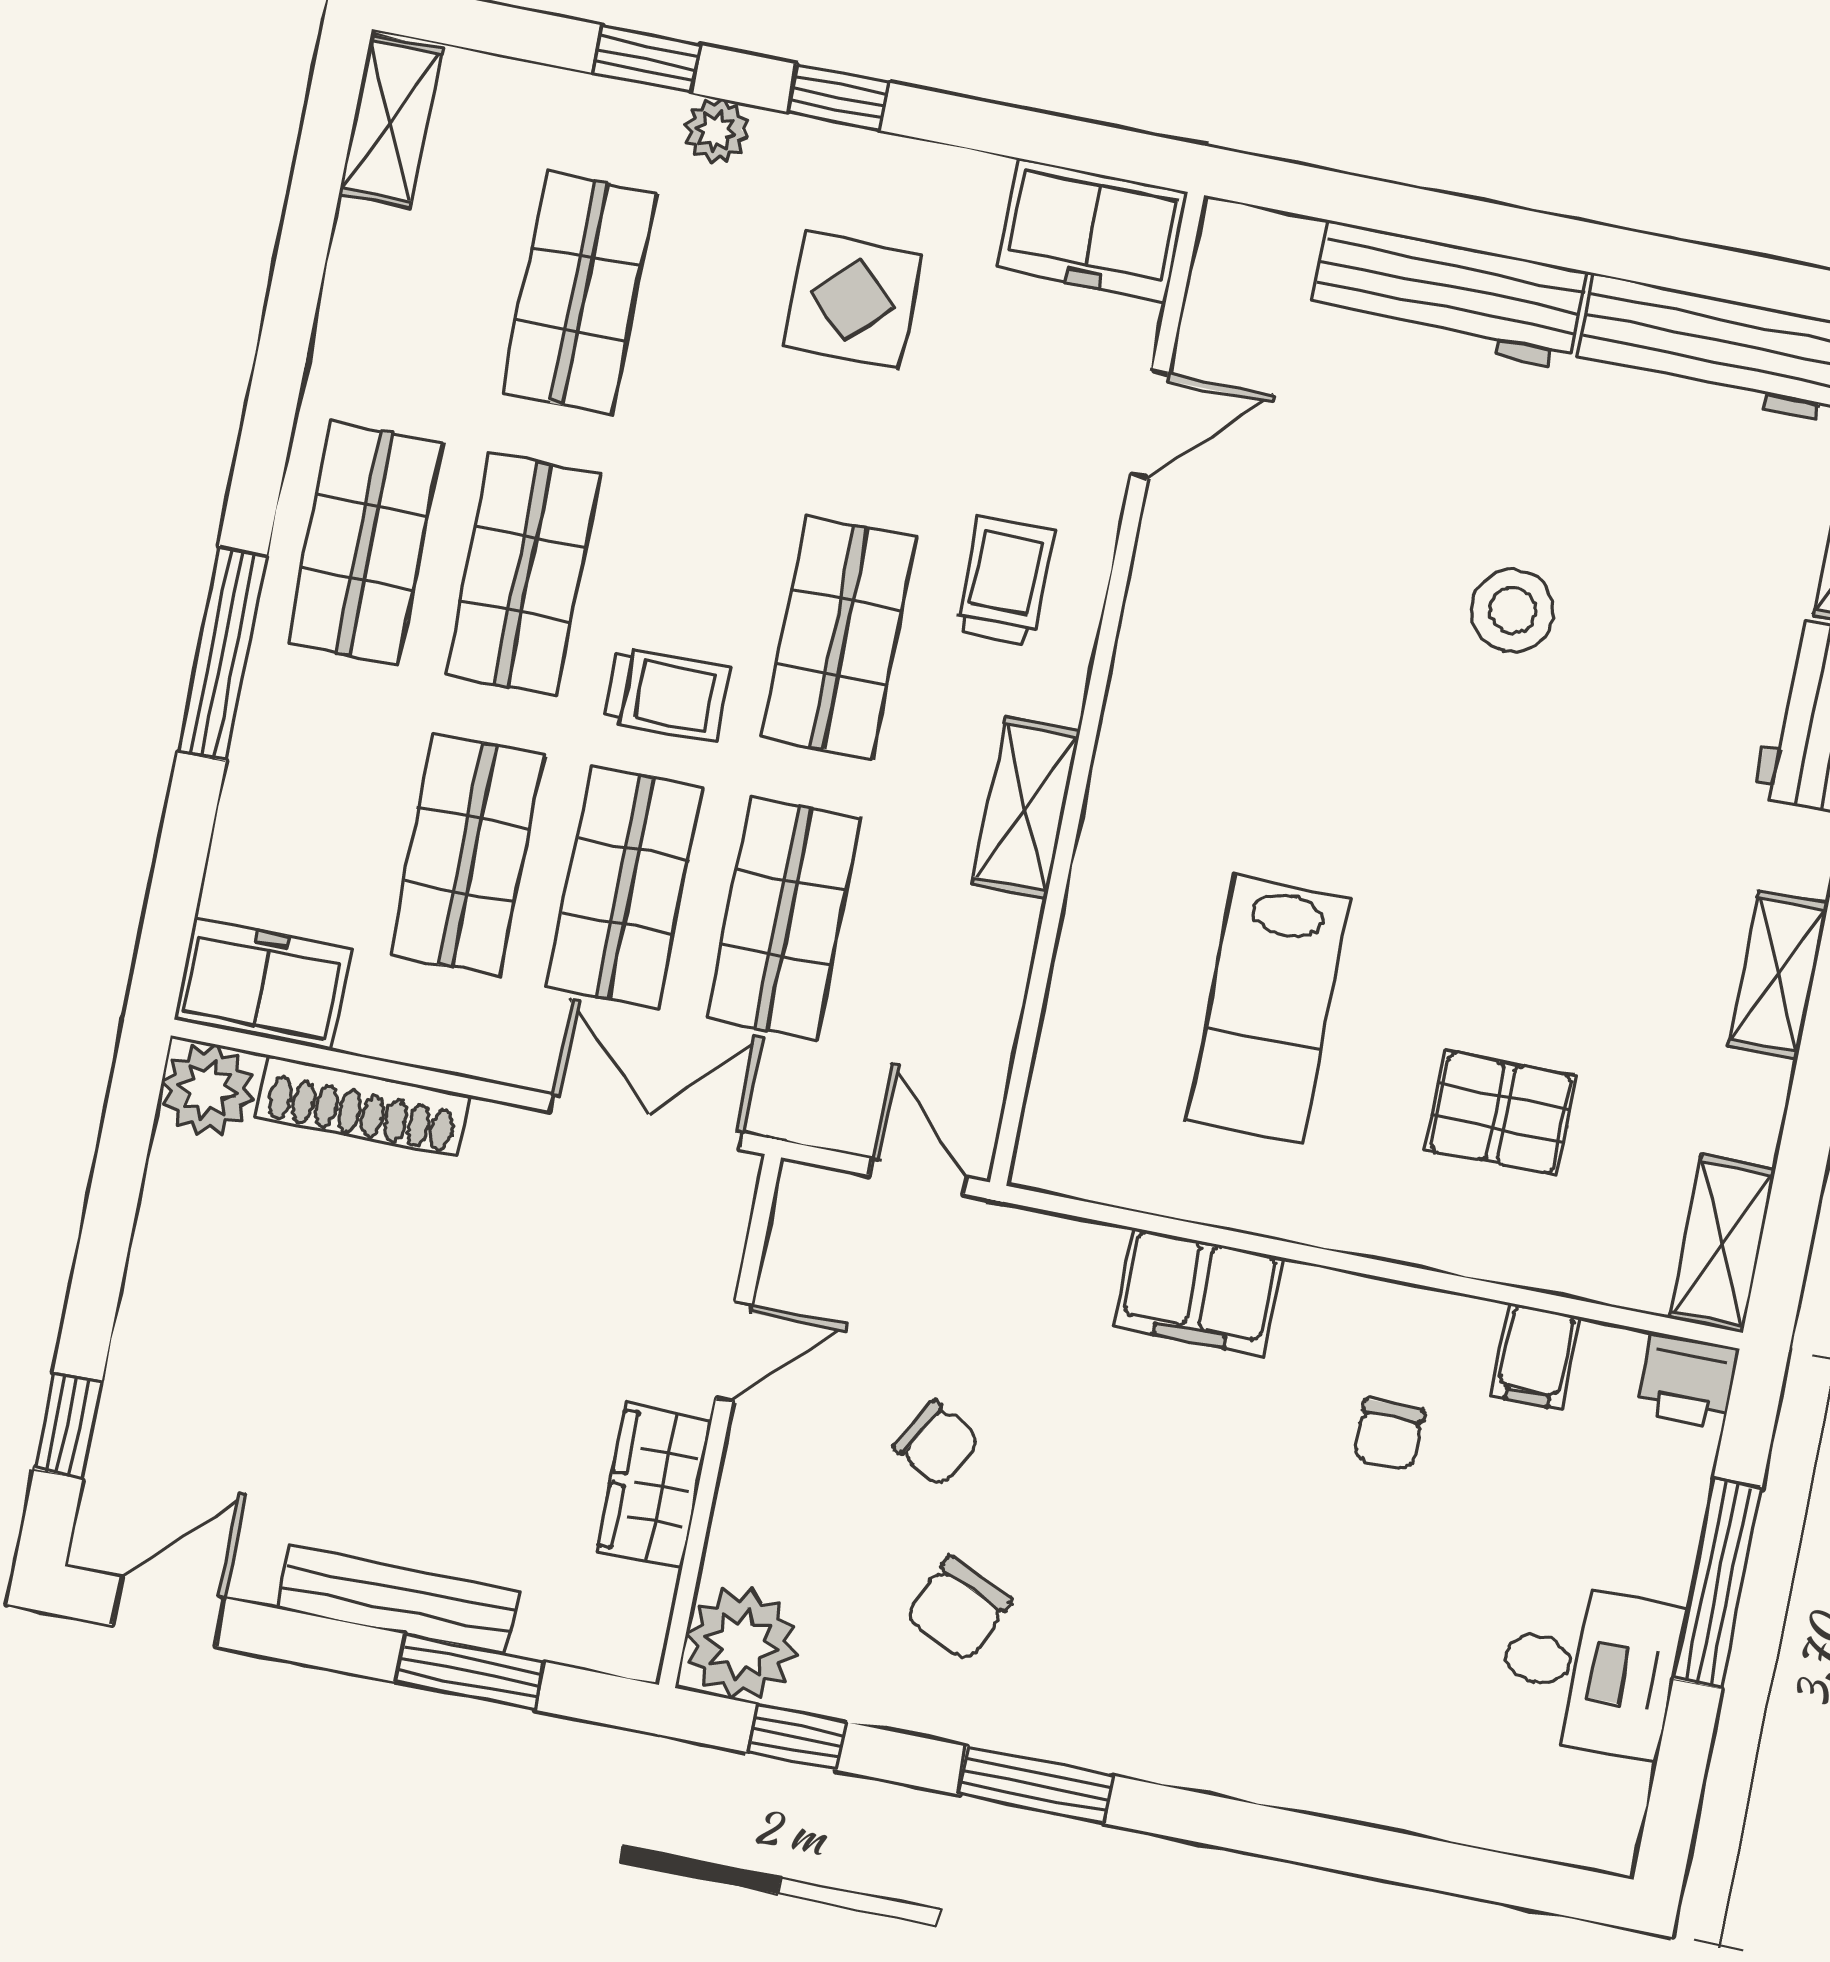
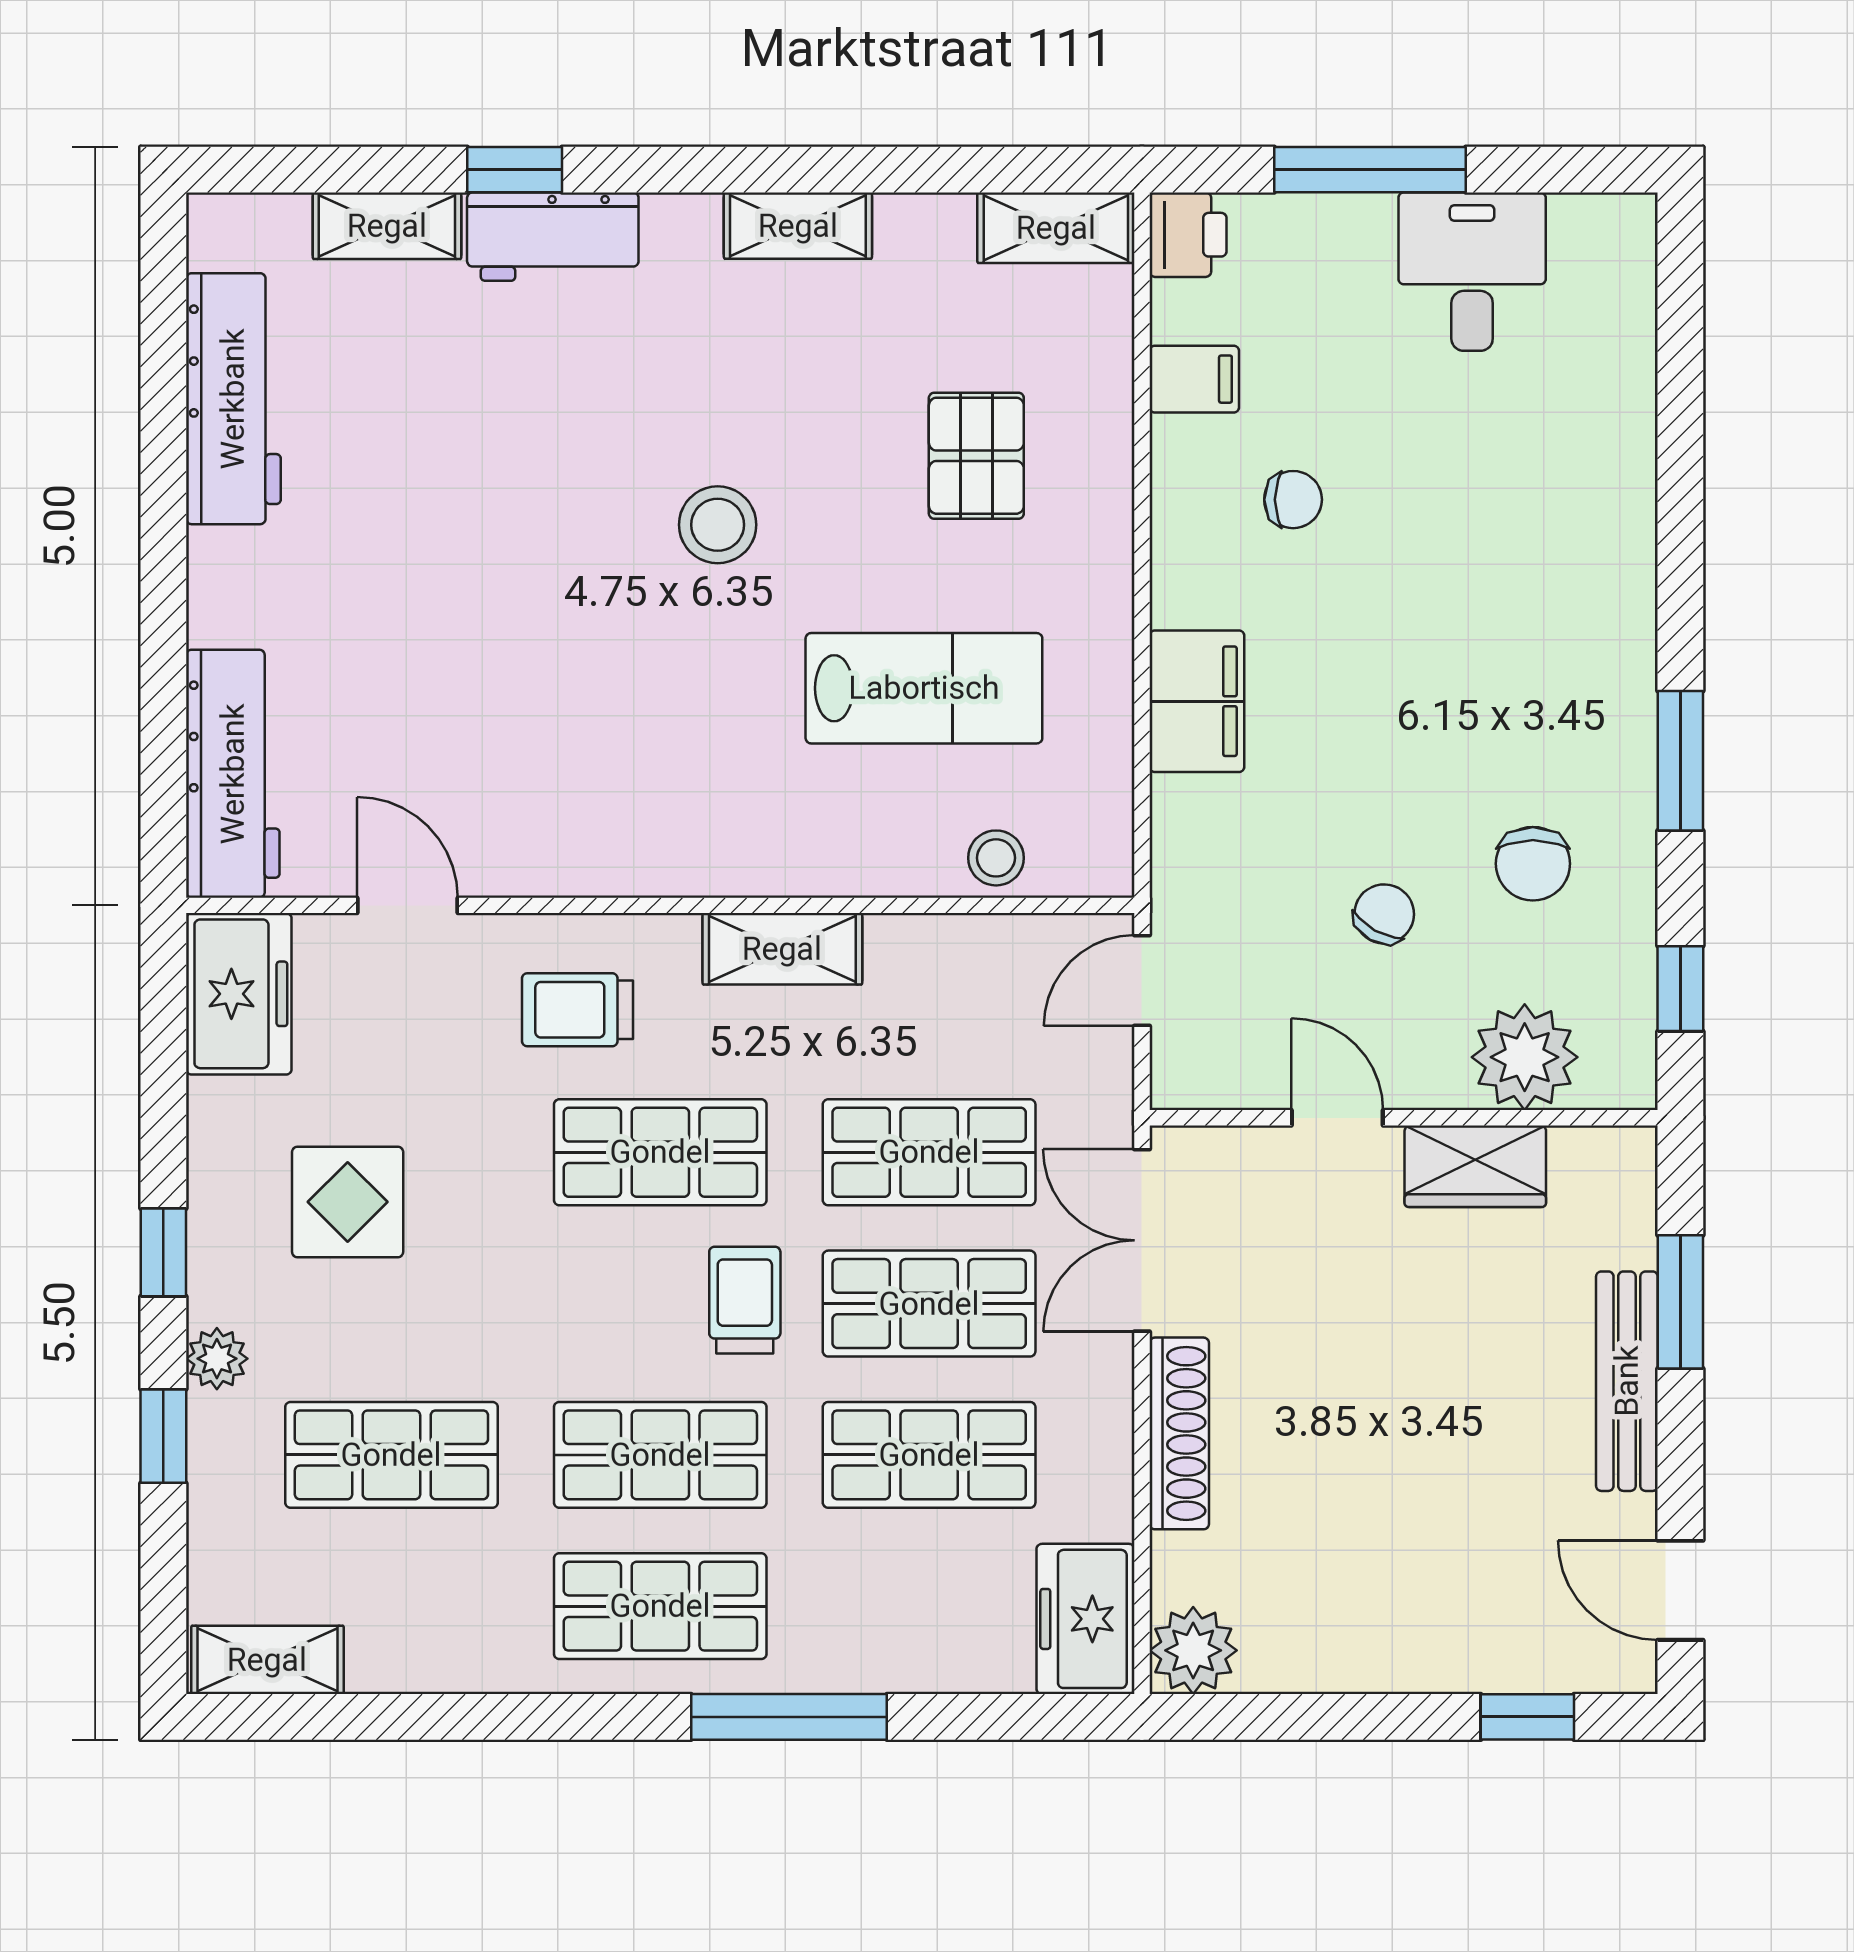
workbench: (1448, 295) -> (233, 774), moved
stool: (1513, 610) -> (718, 525), moved
stool: (1077, 1049) -> (996, 858), added
shoe rack: (363, 1106) -> (1179, 1433), moved
chair: (958, 1609) -> (1533, 864), turned 66
plant: (741, 1644) -> (1525, 1057), moved

